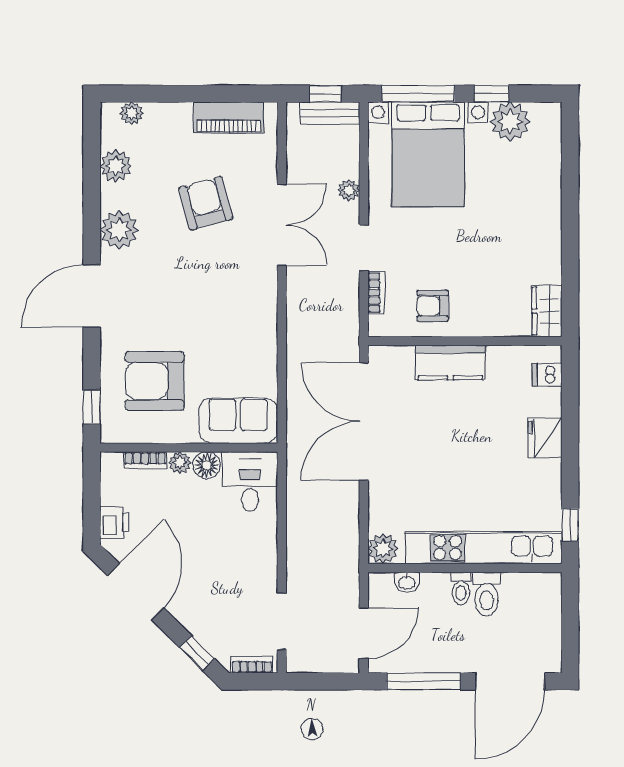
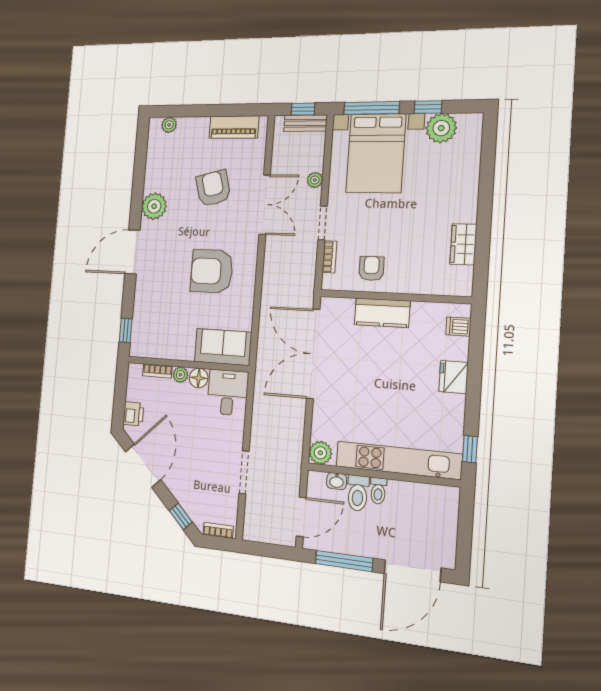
plant: (116, 166) -> (156, 162), removed
armchair: (433, 306) -> (371, 268), turned 90
wardrobe: (547, 311) -> (463, 244), moved
armchair: (155, 381) -> (212, 271), moved
toilet: (487, 594) -> (358, 493), moved
doorway: (282, 621) -> (244, 472), moved

